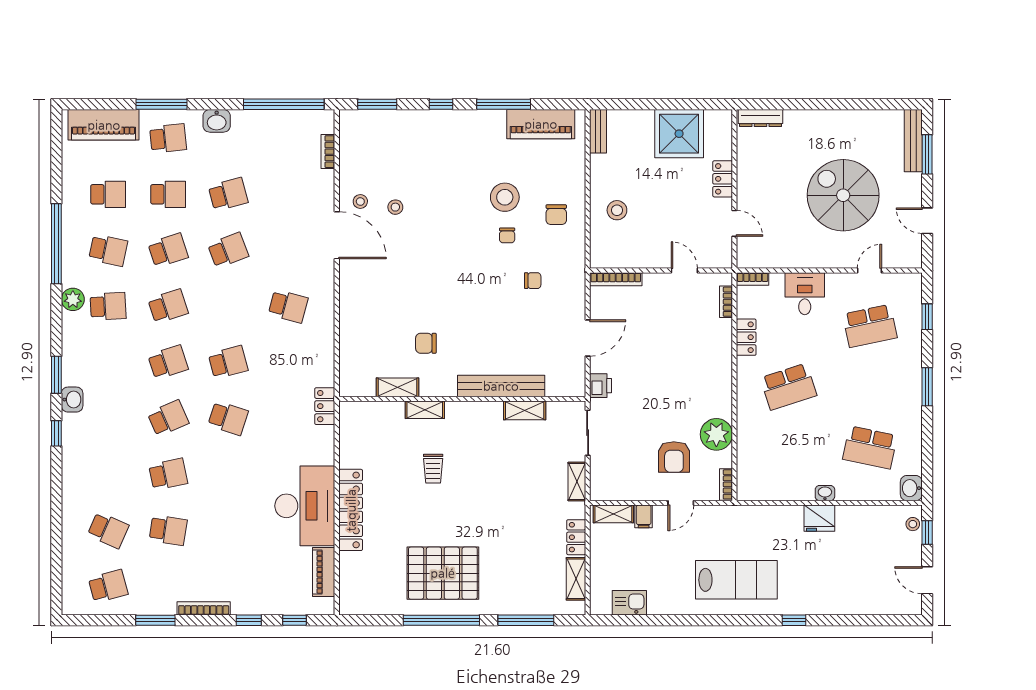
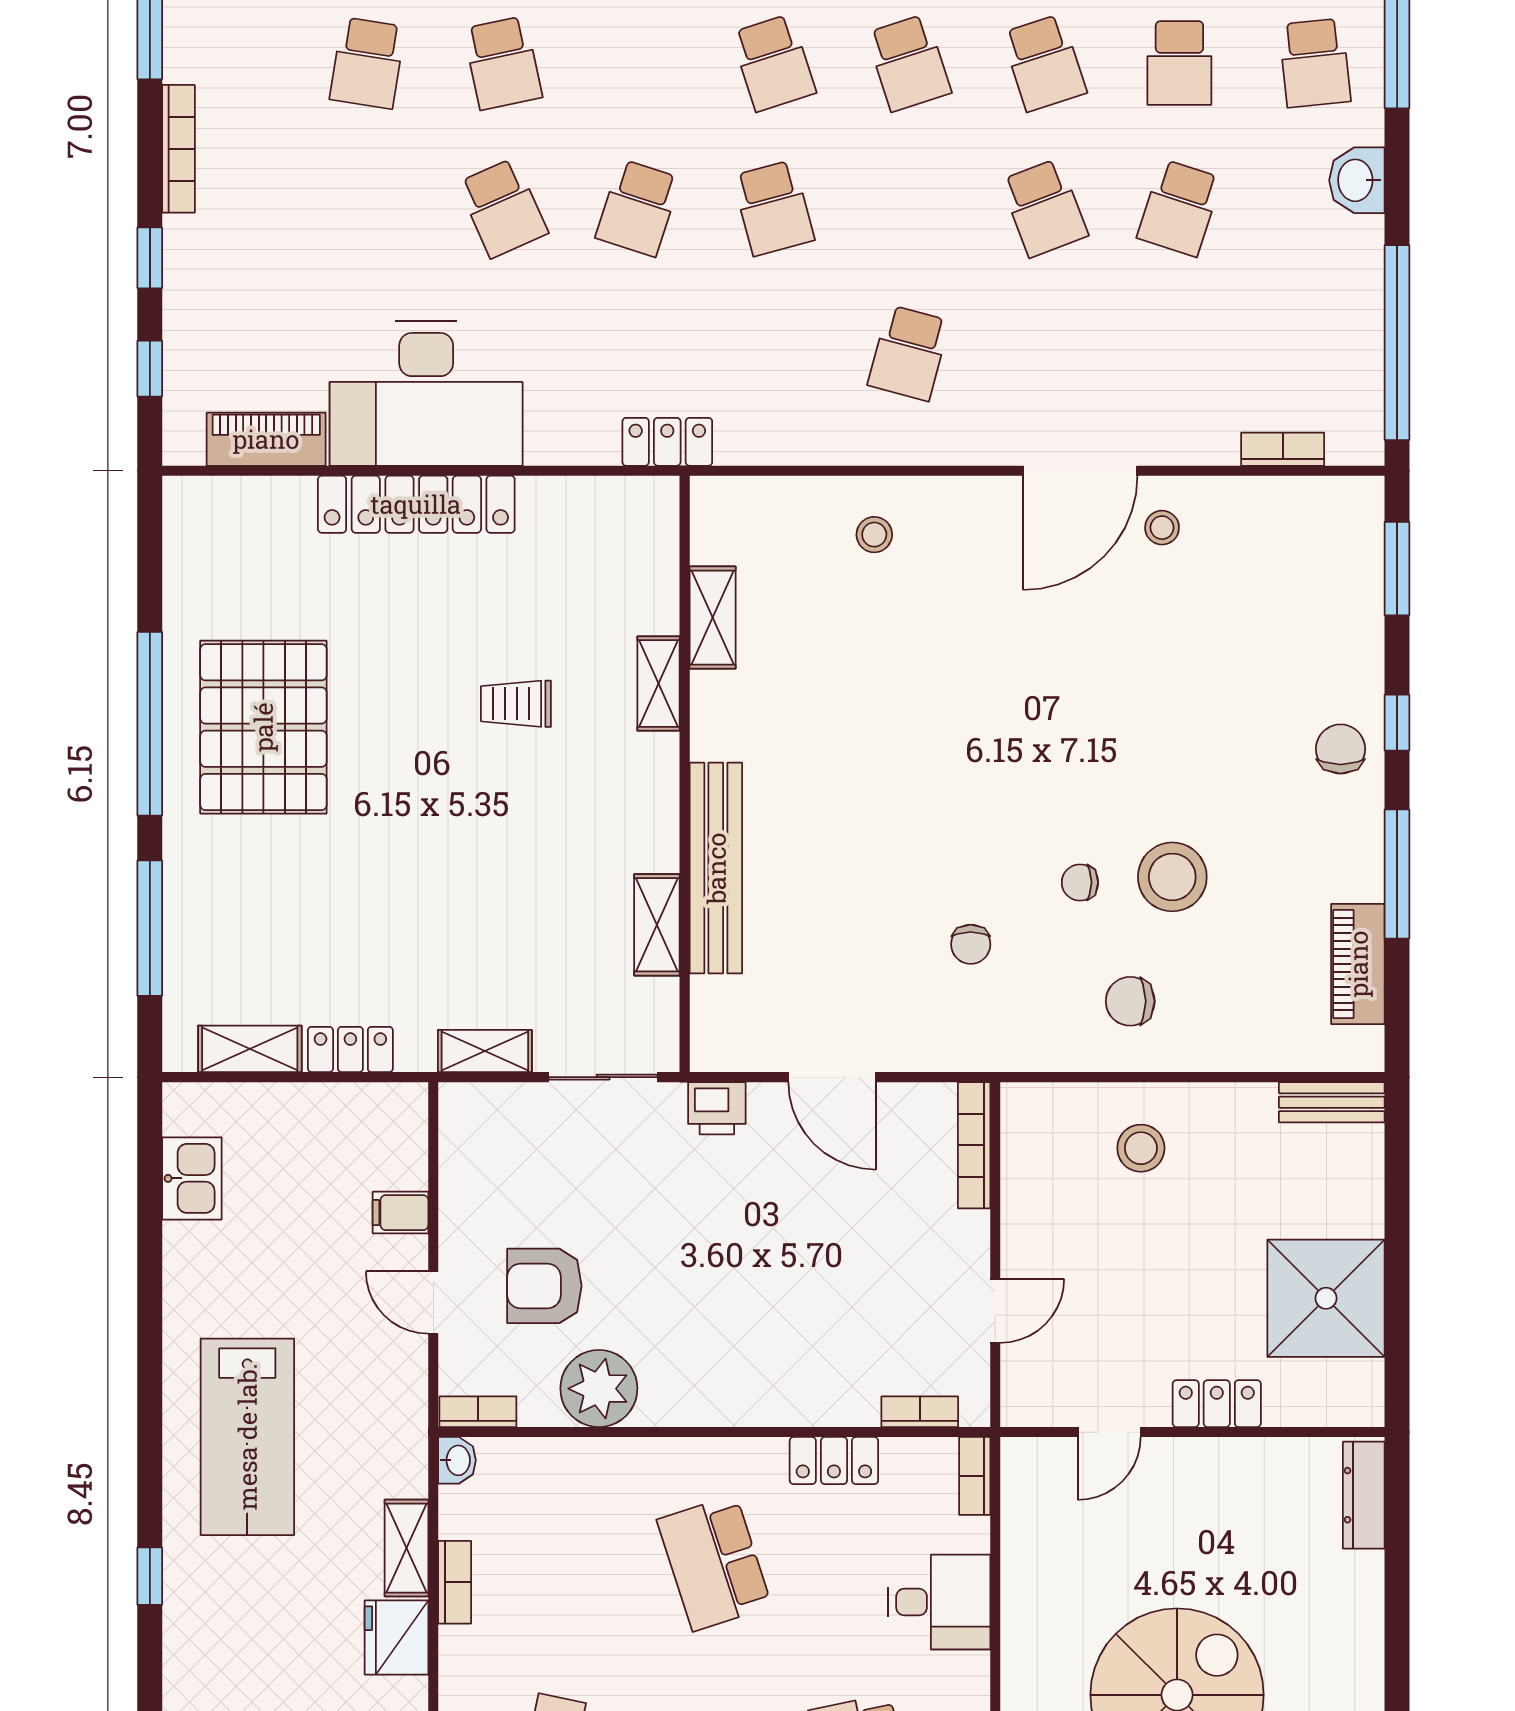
piano: (541, 124) -> (1358, 964), width x0.73, depth x0.75
school desk: (228, 194) -> (1179, 208), turned 33
stool: (395, 207) -> (874, 535), moved
chair: (426, 343) -> (1341, 749), moved
school desk: (168, 418) -> (503, 208), moved
washbasin: (825, 493) -> (457, 1460), moved
bookcase: (797, 494) -> (455, 1582), added
shelving: (613, 514) -> (407, 1548), moved

